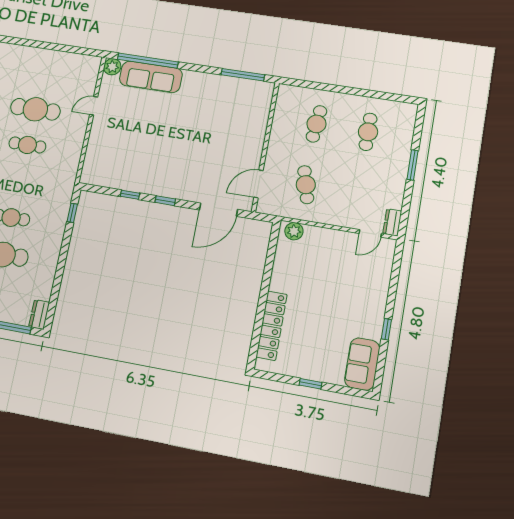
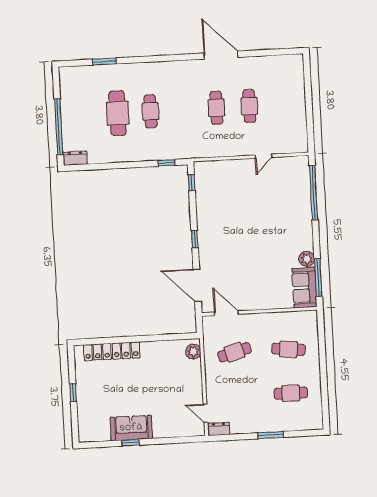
plant: (112, 67) -> (307, 259), moved
sofa: (151, 77) -> (304, 288), moved, width x0.73
door: (94, 106) -> (263, 156), swing flipped
cafe table: (35, 109) -> (249, 106), width x0.73, depth x0.74
window: (130, 195) -> (192, 183), moved
sofa: (362, 364) -> (131, 428), moved

